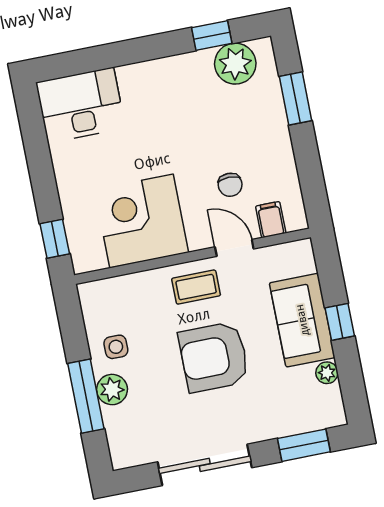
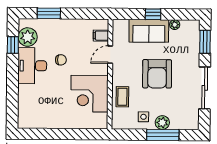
desk: (81, 105) -> (32, 66), moved
chair: (230, 185) -> (61, 60), moved
window: (55, 239) -> (89, 134), removed
coffee table: (196, 287) -> (122, 97), moved

